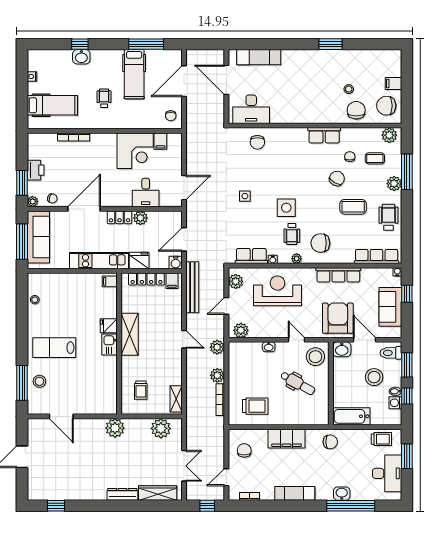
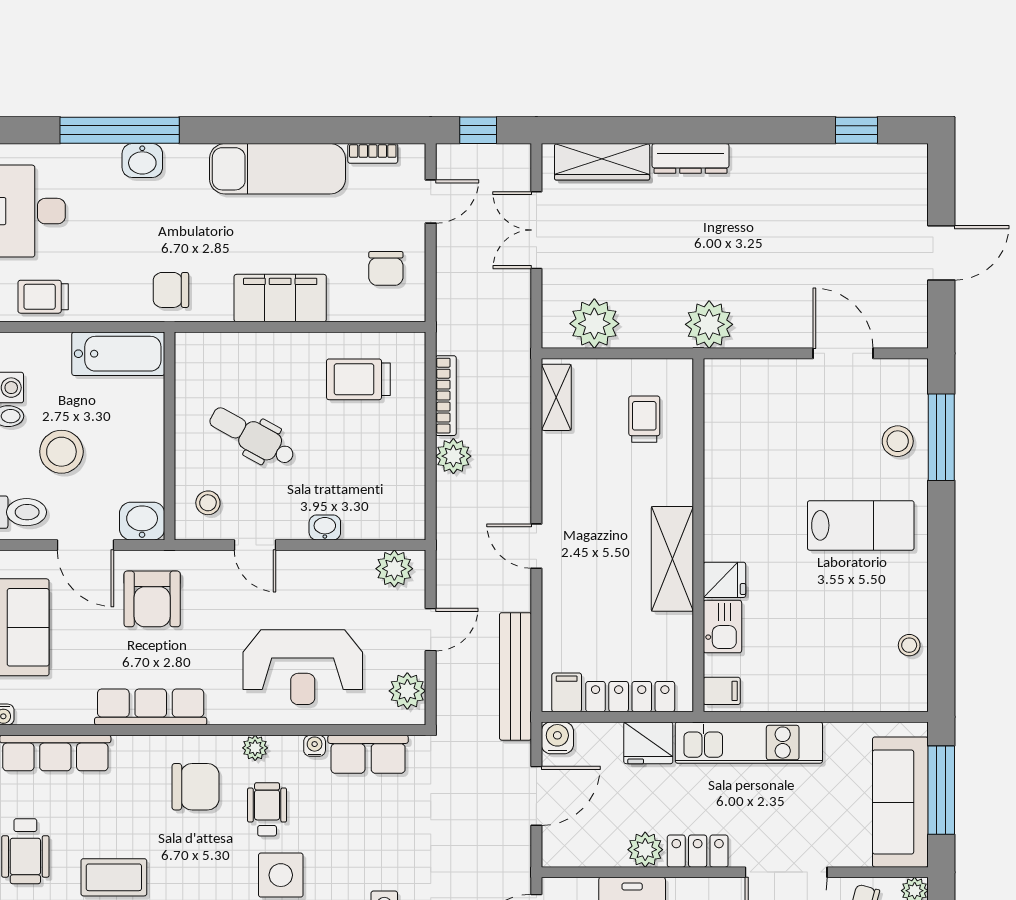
armchair: (338, 318) -> (152, 599), width x0.73, depth x0.73
kitchen sink: (110, 345) -> (722, 627), moved
plant: (217, 347) -> (454, 526), removed
stool: (315, 357) -> (208, 503), width x0.53, depth x0.53
exam couch: (295, 493) -> (278, 169), width x1.36, depth x1.45

